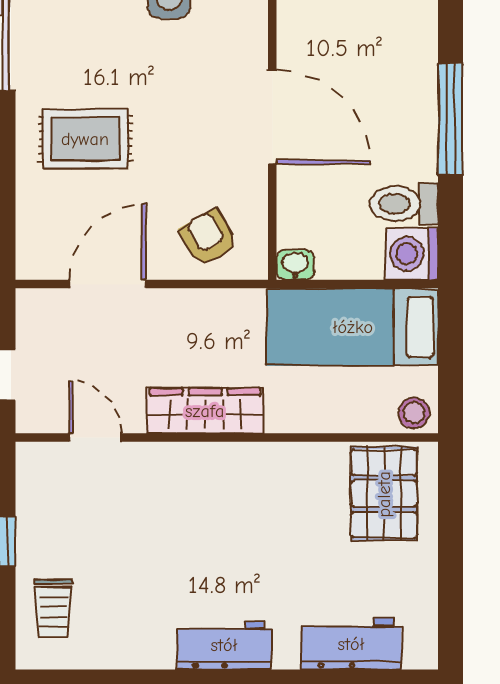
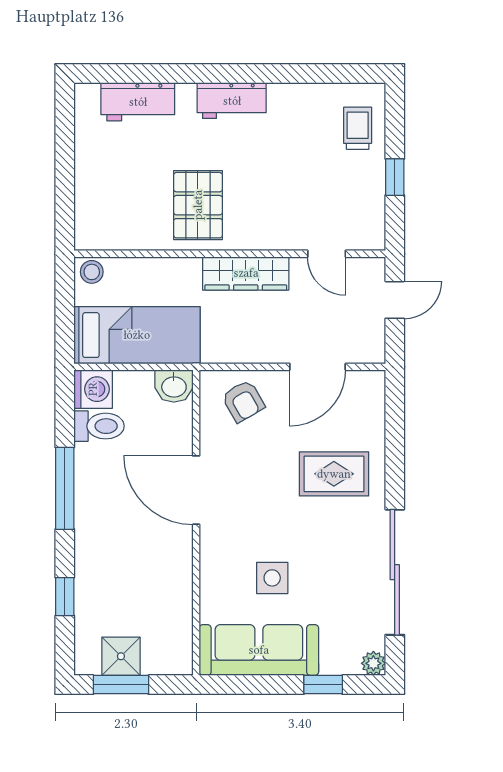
washbasin: (295, 265) -> (174, 386), width x1.38, depth x1.45
pallet: (384, 494) -> (198, 205), moved

